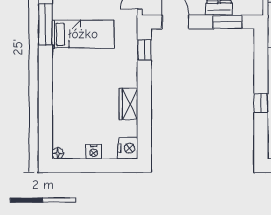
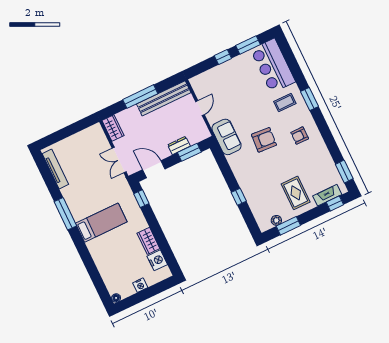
bed: (83, 34) -> (101, 223), moved
nightstand: (128, 148) -> (157, 260), moved

